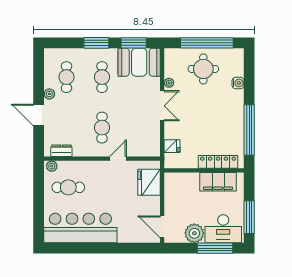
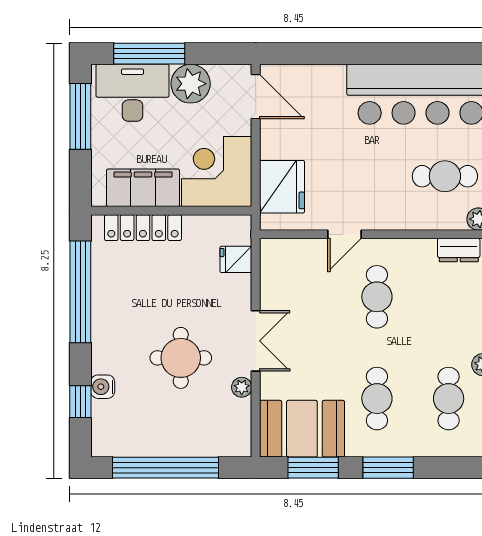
round table: (203, 69) -> (181, 358), moved
window: (249, 76) -> (80, 402), added
double door: (162, 106) -> (256, 341), swing flipped
corner desk: (182, 190) -> (217, 172), added

